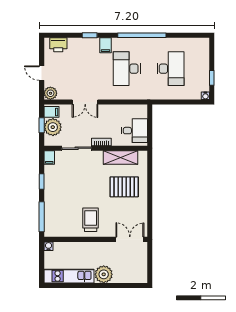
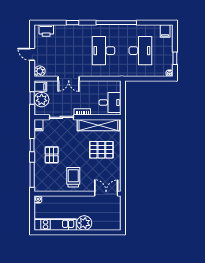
filing cabinet: (106, 45) -> (165, 31), moved
shelving: (121, 158) -> (98, 125), width x1.47
pallet: (65, 193) -> (52, 155), added

